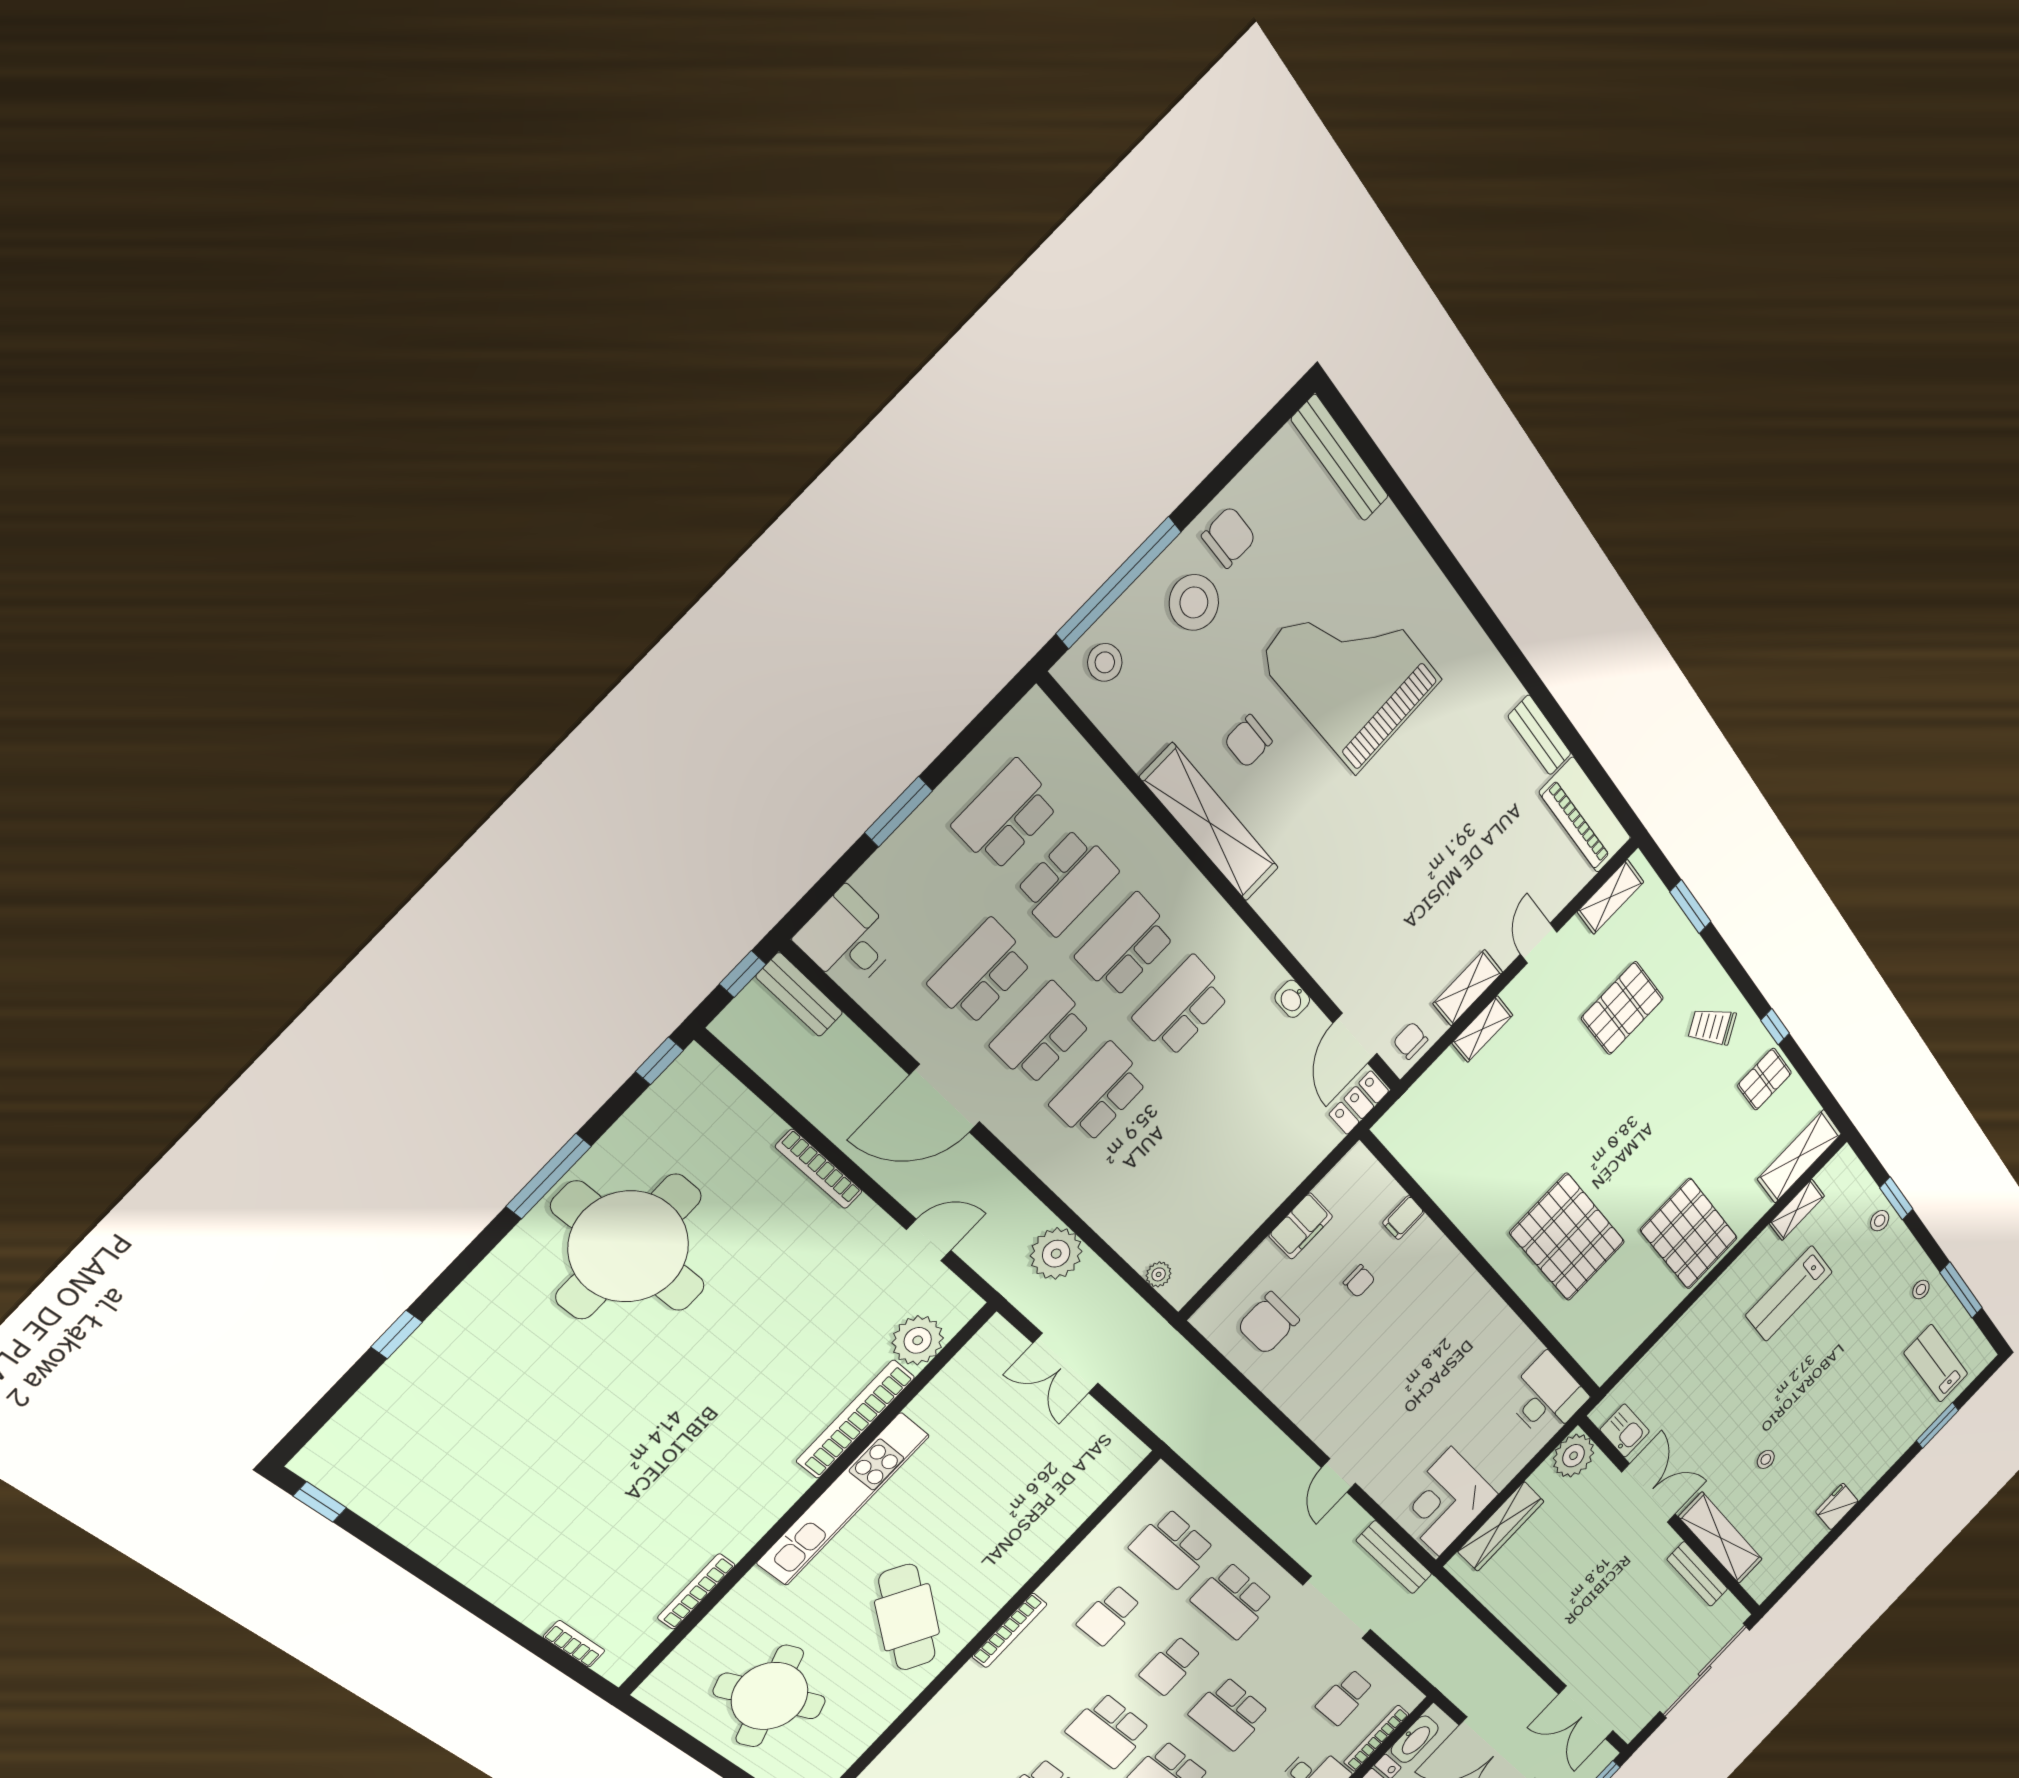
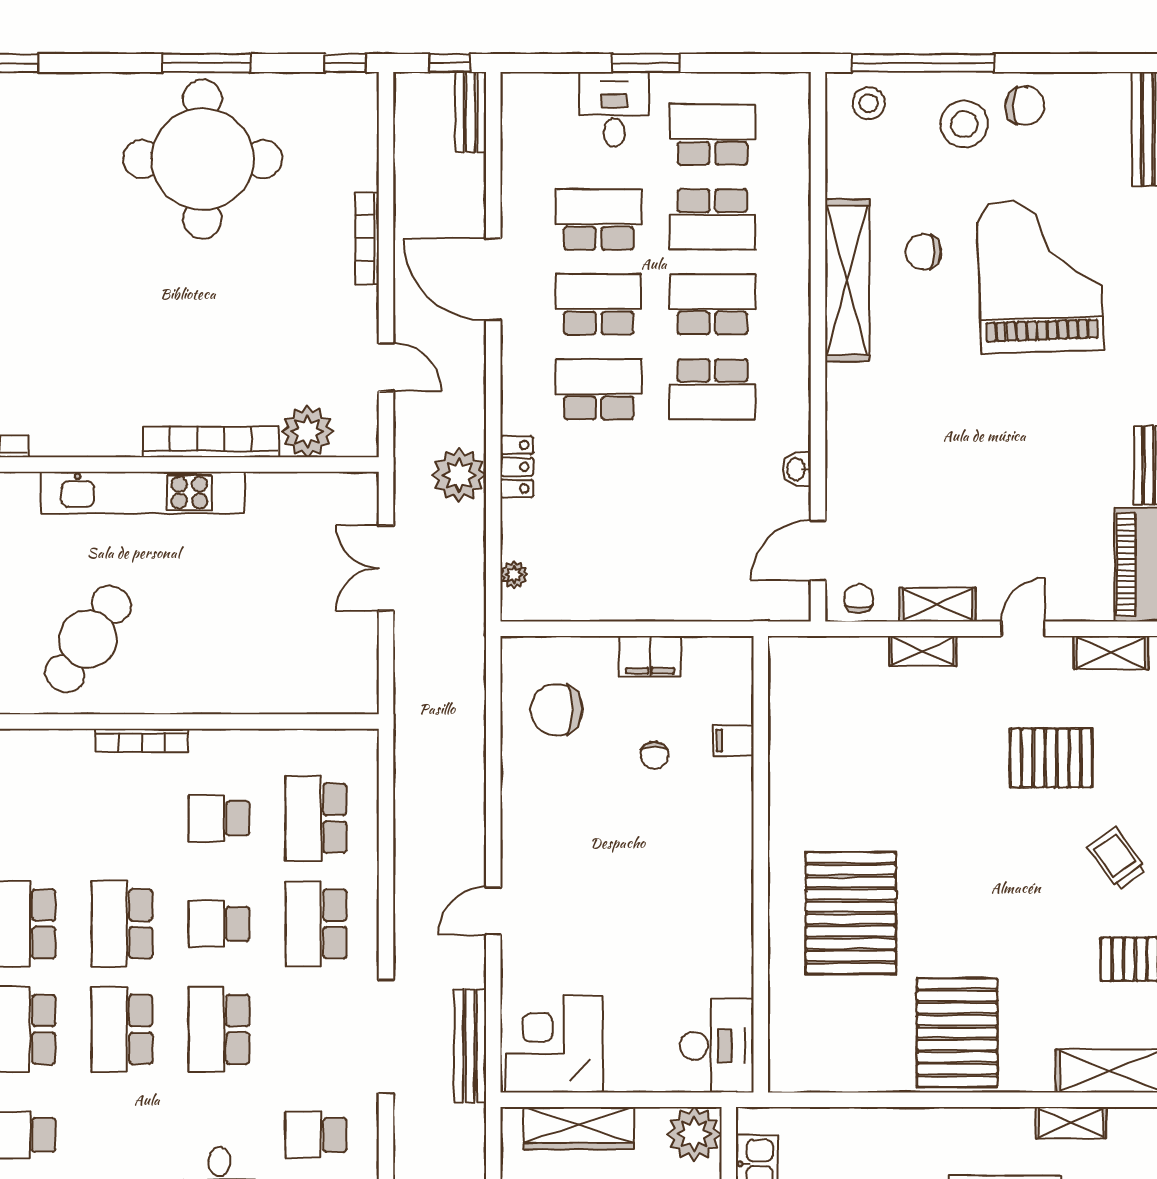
desk: (848, 940) -> (614, 109), moved
school desk: (1182, 1007) -> (712, 389), turned 180
locker: (1359, 1103) -> (517, 467), moved, turned 90

